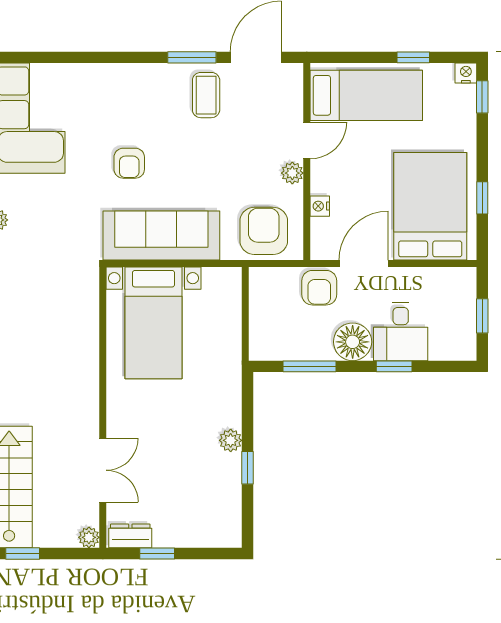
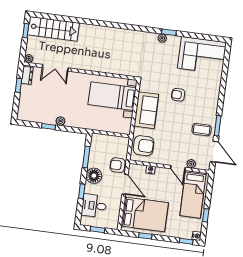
plant: (292, 173) -> (191, 164), moved
sofa: (161, 235) -> (146, 110), width x0.73
desk: (401, 332) -> (94, 206), moved

